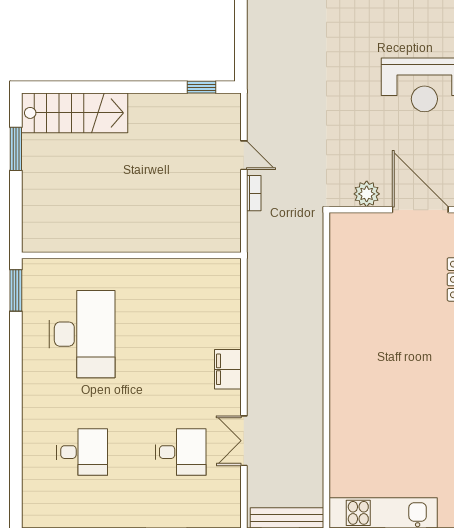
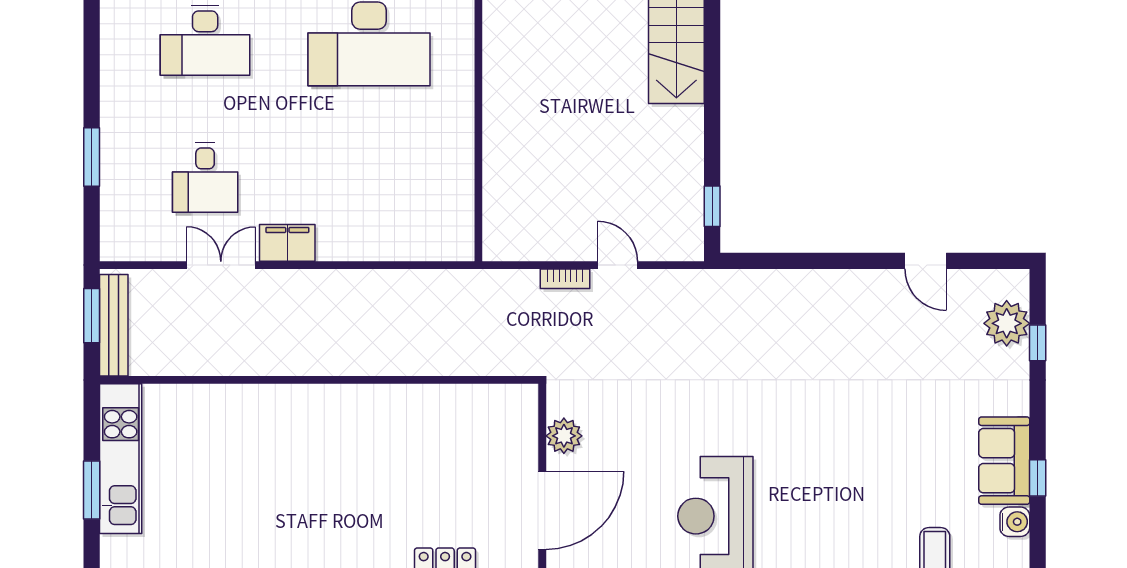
door: (244, 155) -> (618, 265), swing flipped
filing cabinet: (228, 369) -> (287, 243), moved
desk: (82, 452) -> (205, 40), width x1.37

